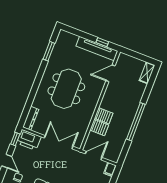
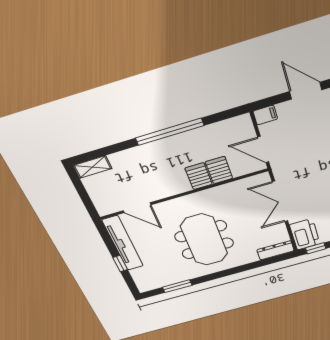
window: (102, 42) -> (120, 264), moved
meeting table: (66, 89) -> (204, 240), turned 90

